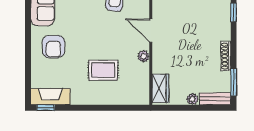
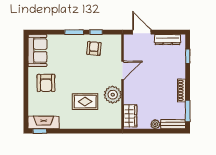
door: (151, 31) -> (123, 70), swing flipped
plant: (143, 56) -> (113, 95), width x1.88, depth x1.88

